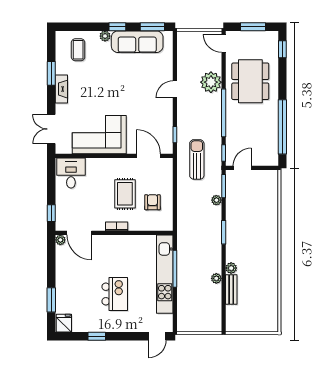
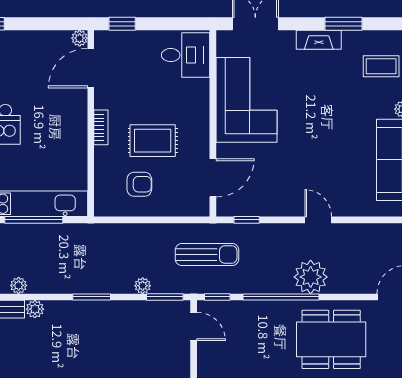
plant: (211, 82) -> (311, 277), moved

